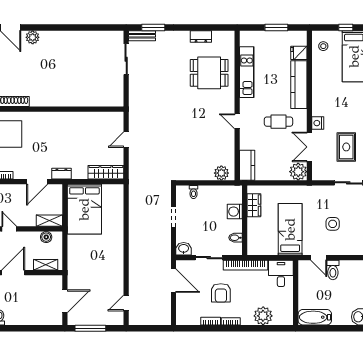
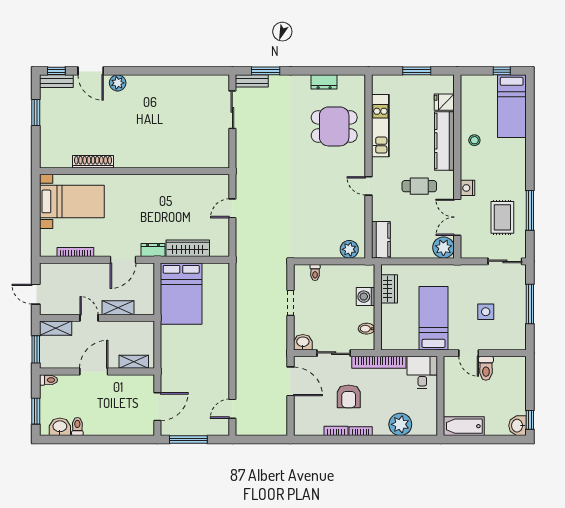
stool: (323, 46) -> (474, 140), moved
wardrobe: (106, 172) -> (188, 248), moved
shelving: (49, 221) -> (118, 308), moved
boiler: (46, 237) -> (134, 328), removed

